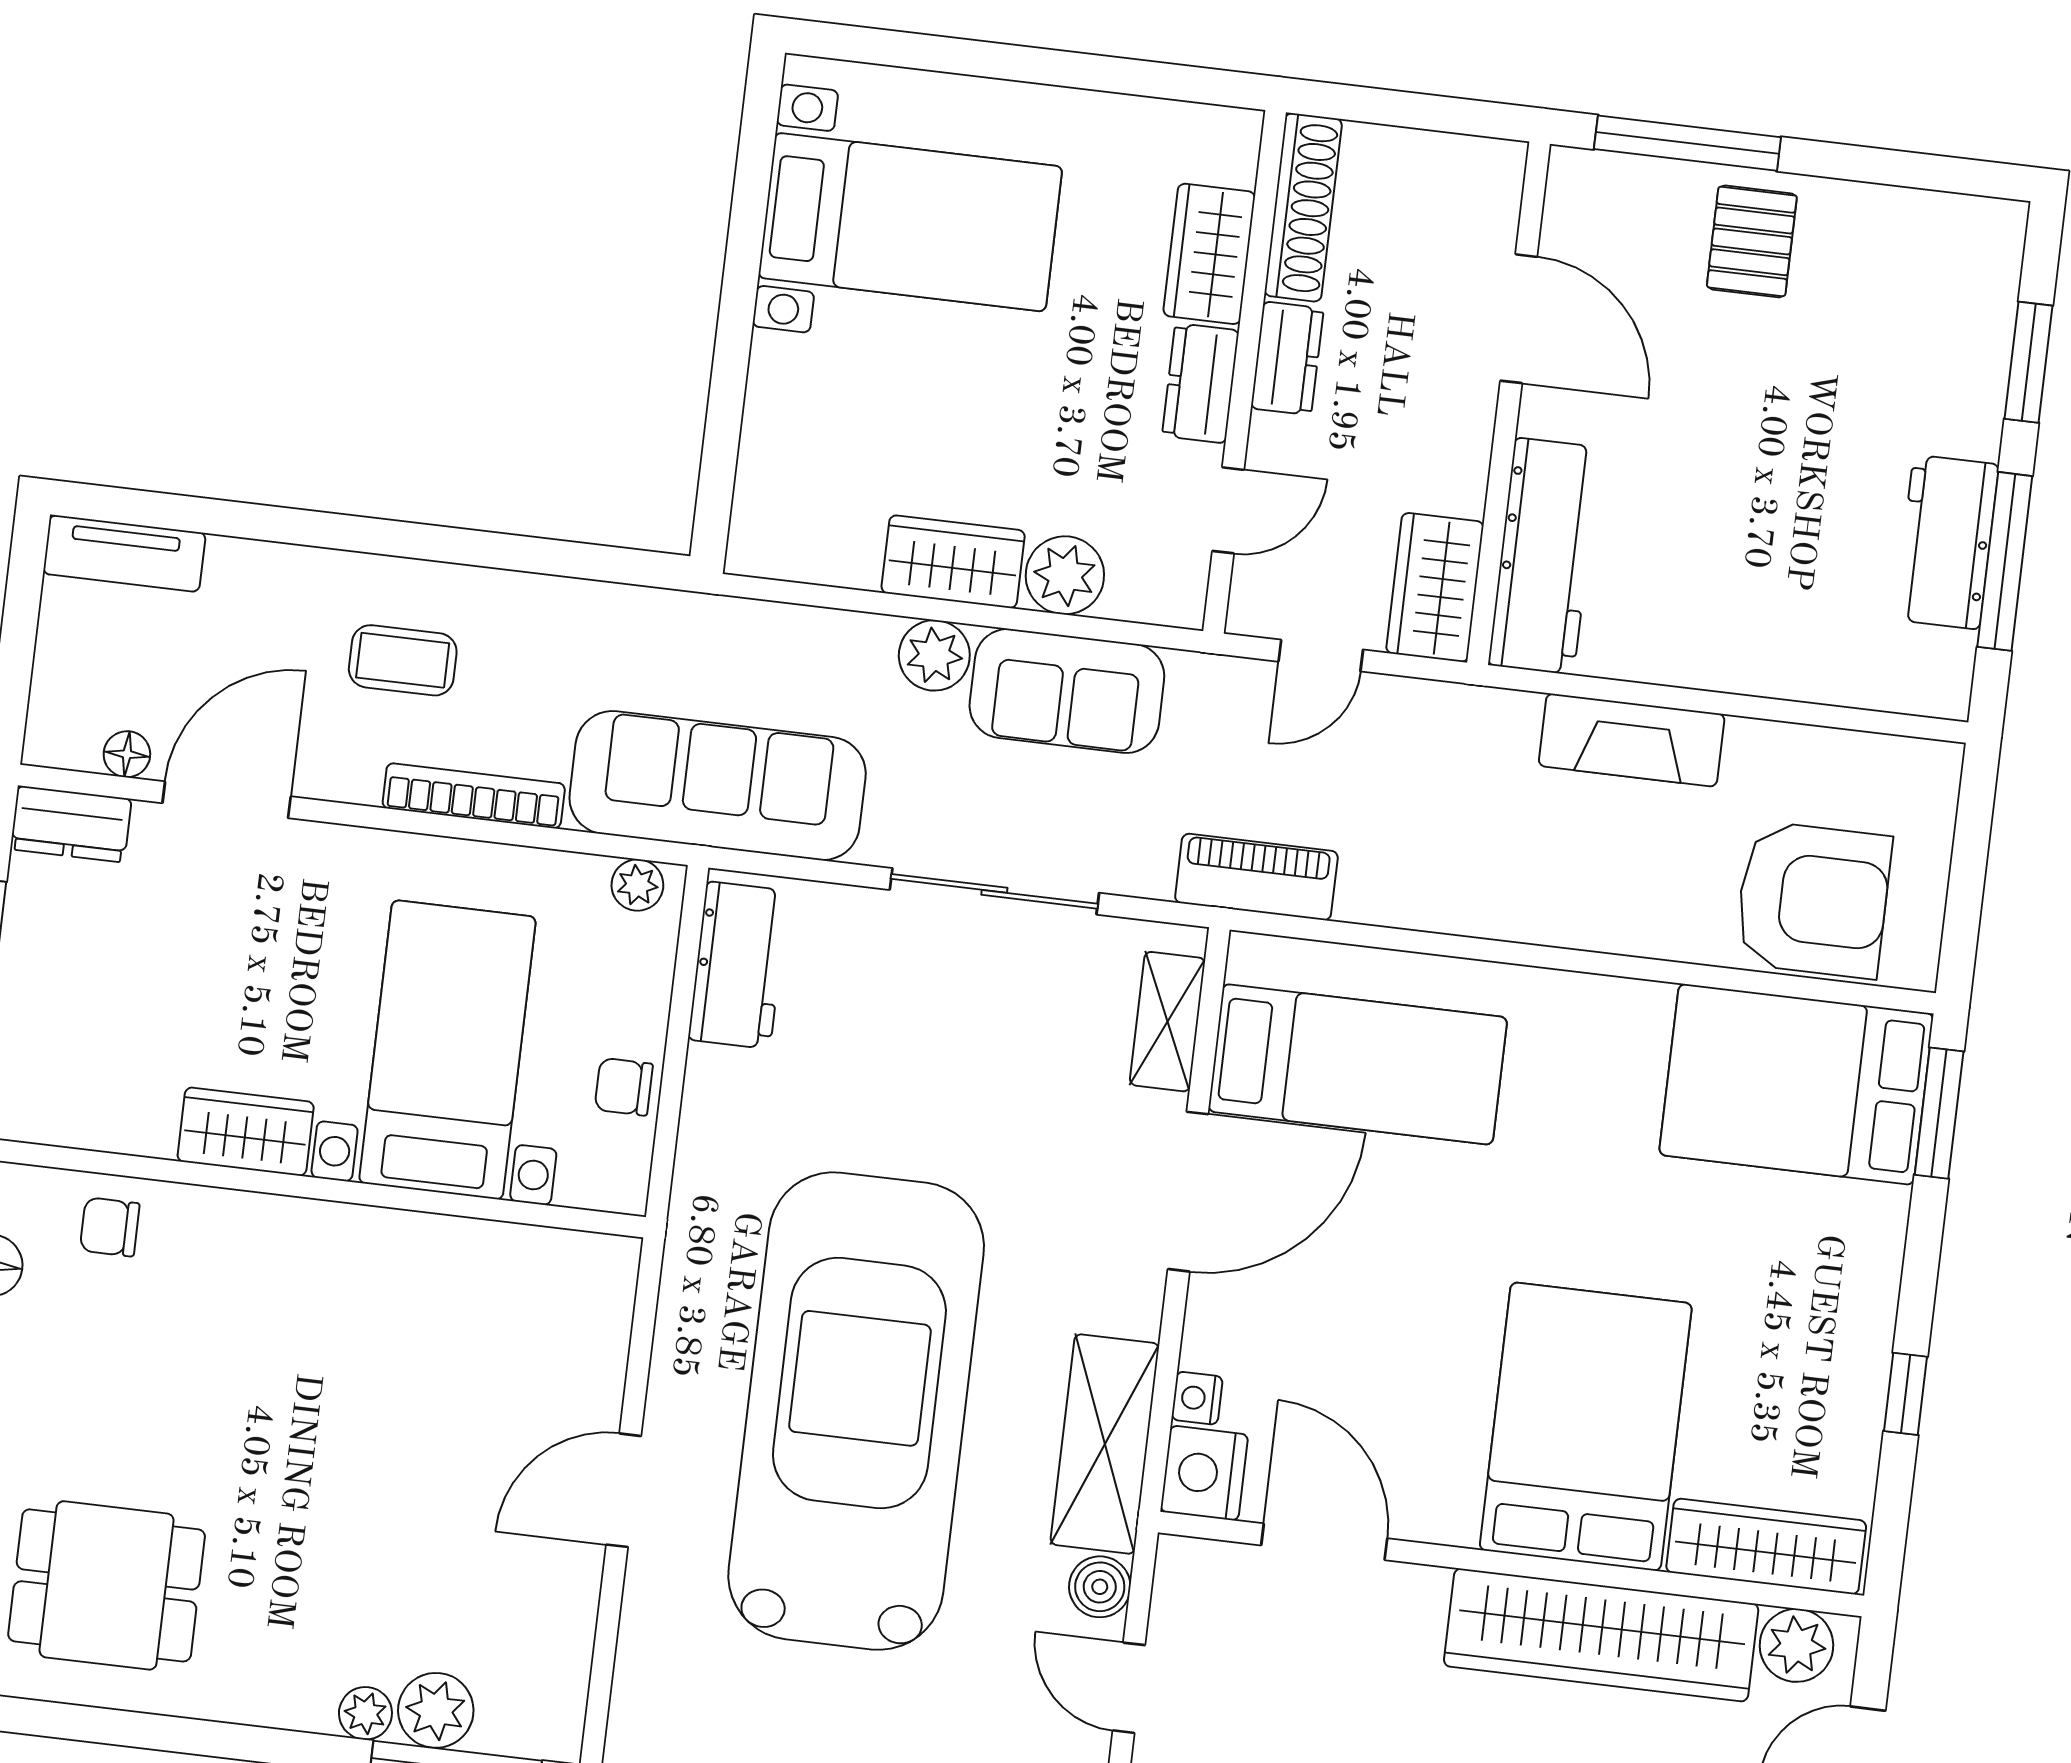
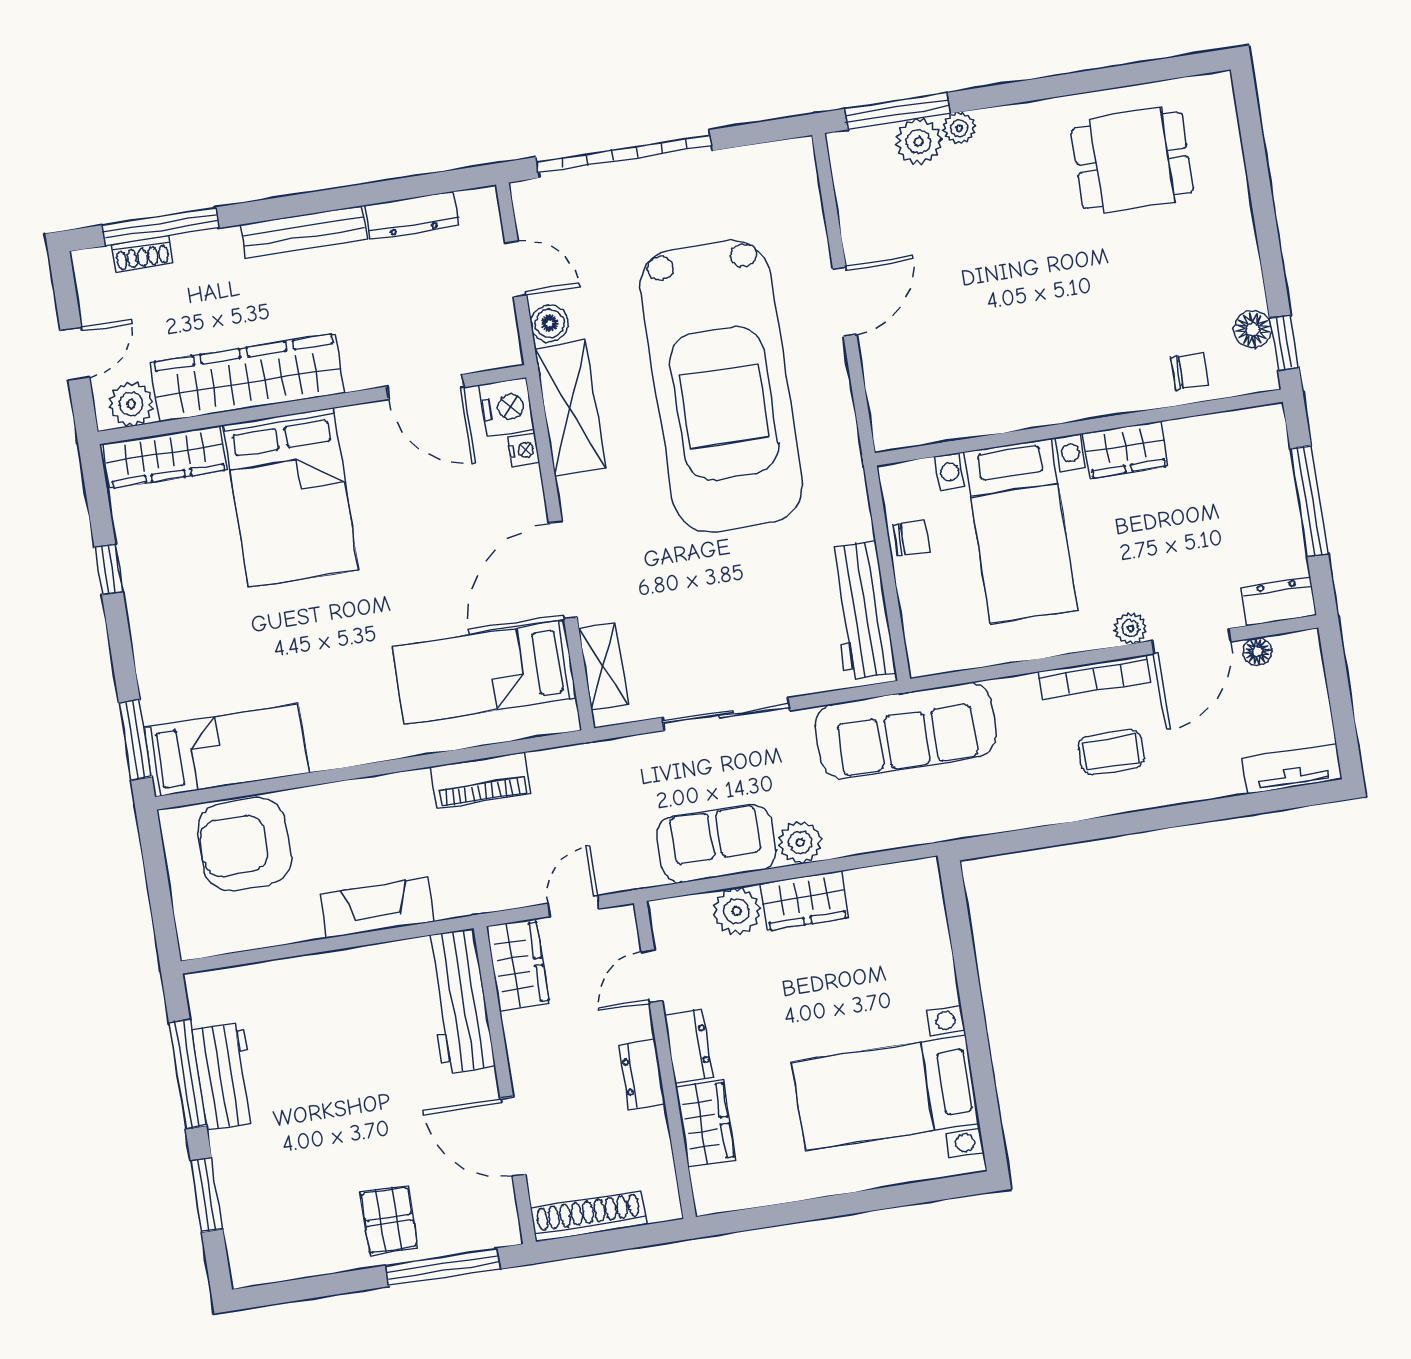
shoe rack: (1303, 207) -> (589, 1216), moved, turned 90
bookcase: (474, 796) -> (1094, 677), moved
piano: (1256, 877) -> (481, 780), moved
plant: (637, 885) -> (1131, 628), moved
workbench: (738, 965) -> (861, 610), width x1.38
bed: (1796, 1084) -> (226, 750), width x0.67

